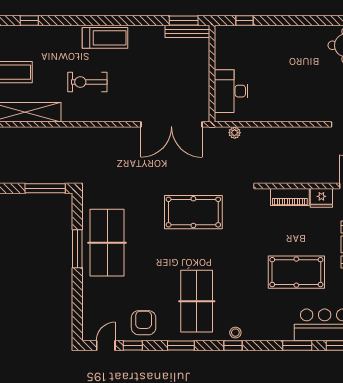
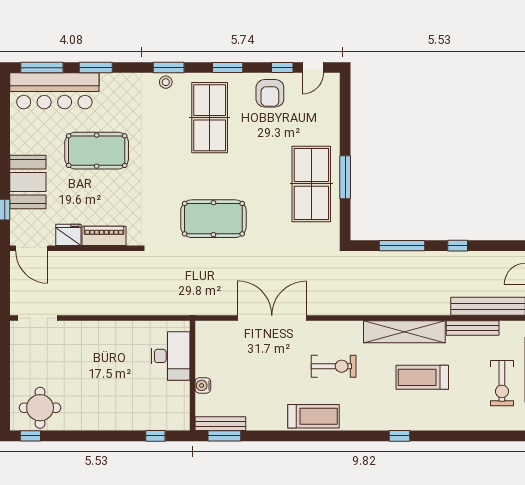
treadmill: (105, 38) -> (314, 416), turned 180
water cooler: (203, 65) -> (203, 385), added
double door: (171, 124) -> (272, 318), moved
plant: (235, 133) -> (167, 309), removed
window: (45, 188) -> (402, 246), moved
window: (233, 345) -> (169, 68), width x1.50

